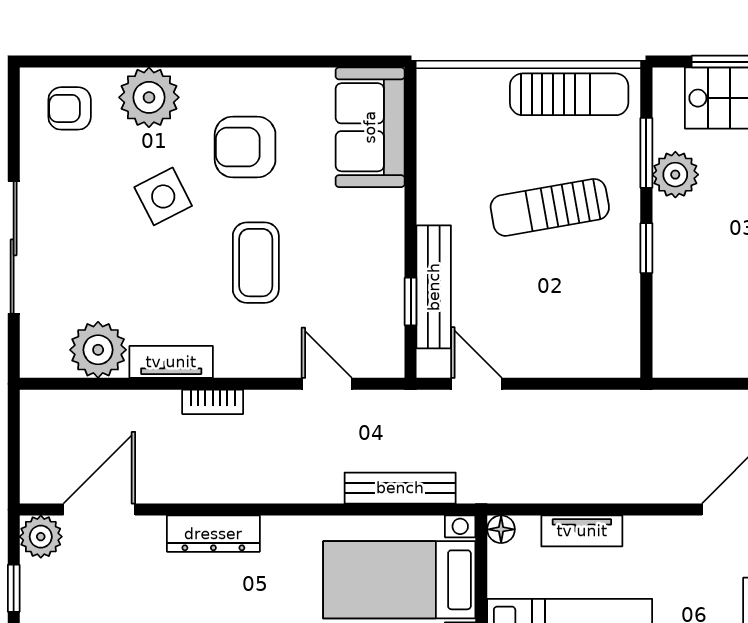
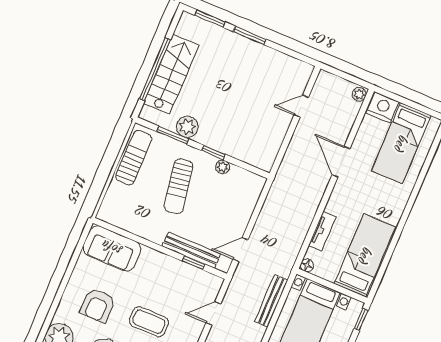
plant: (626, 279) -> (223, 167), added

